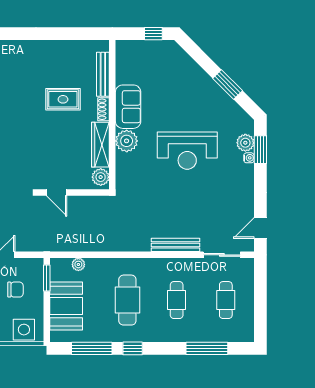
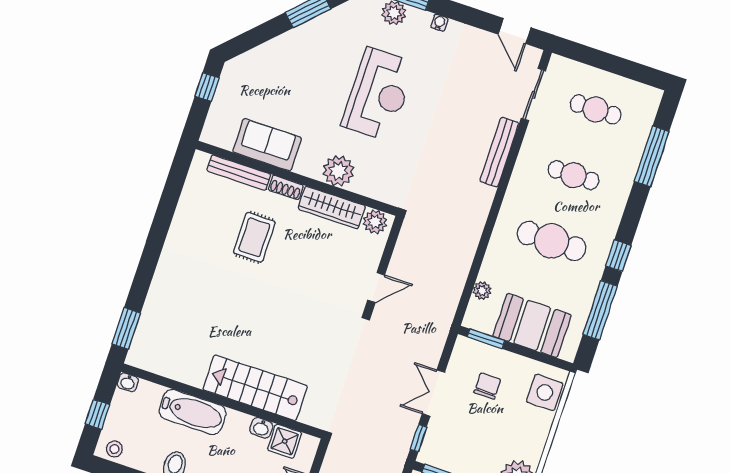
sofa: (128, 107) -> (267, 145), moved
water cooler: (249, 158) -> (439, 23), moved

